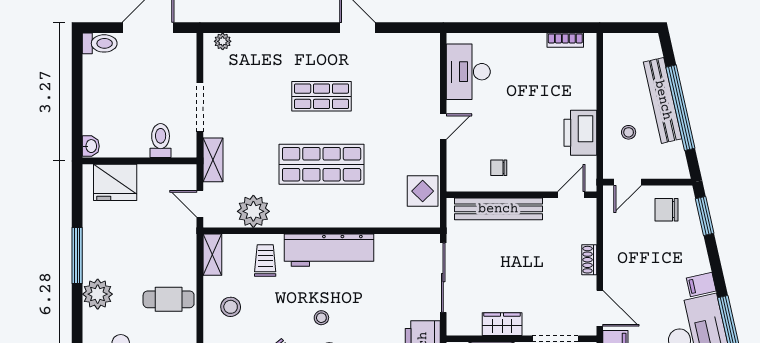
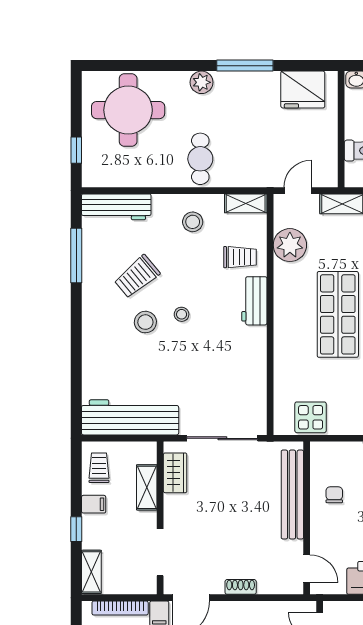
fridge: (115, 182) -> (303, 90), moved, turned -90
workbench: (329, 250) -> (254, 301), width x0.53, depth x0.76
plant: (98, 294) -> (202, 82), width x0.73, depth x0.73
wardrobe: (502, 324) -> (175, 473), moved

